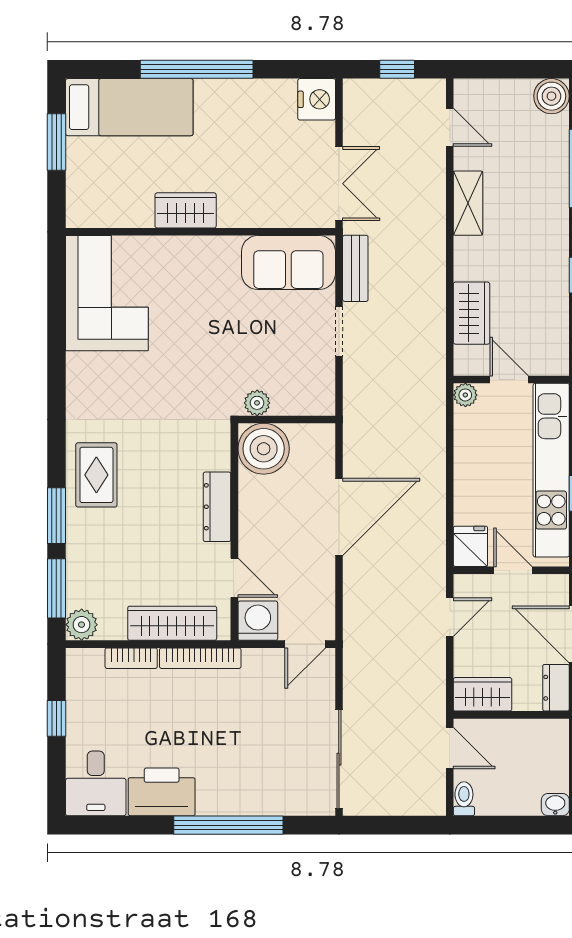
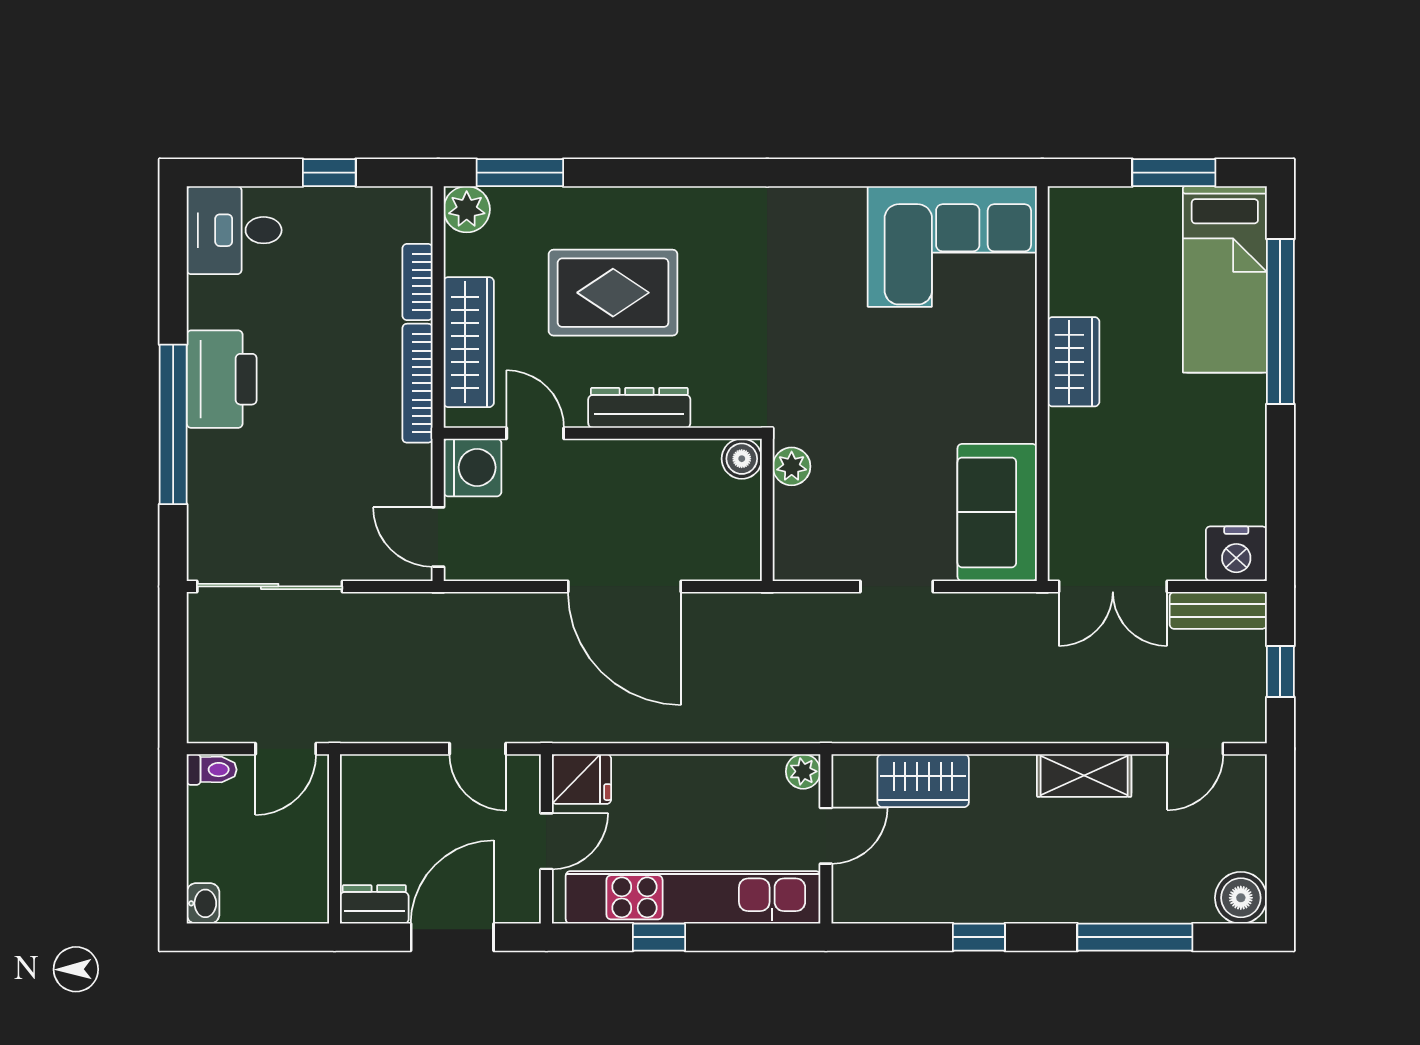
window: (197, 69) -> (1280, 321), moved
bench: (355, 268) -> (1218, 610), moved
boiler: (264, 449) -> (742, 459), width x0.54, depth x0.54
rug: (96, 475) -> (613, 293), moved, width x1.36, depth x1.43
window: (56, 516) -> (626, 173), removed
door: (234, 578) -> (535, 433), swing flipped
wardrobe: (483, 694) -> (365, 797), removed
printer: (162, 792) -> (222, 379), moved

